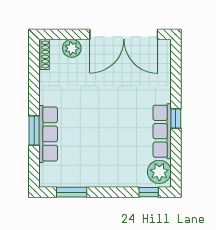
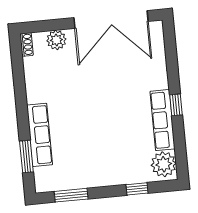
shoe rack: (44, 54) -> (26, 44), width x0.70
window: (34, 130) -> (26, 156), moved
window: (149, 192) -> (137, 189), moved

